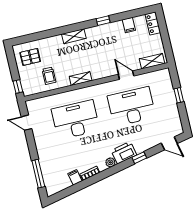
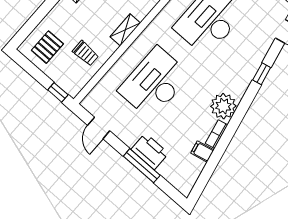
door: (26, 123) -> (99, 128), hinge flipped
printer: (124, 153) -> (150, 151), moved, turned 102
plant: (110, 162) -> (223, 106), width x1.87, depth x1.87
window: (38, 174) -> (142, 166), moved

